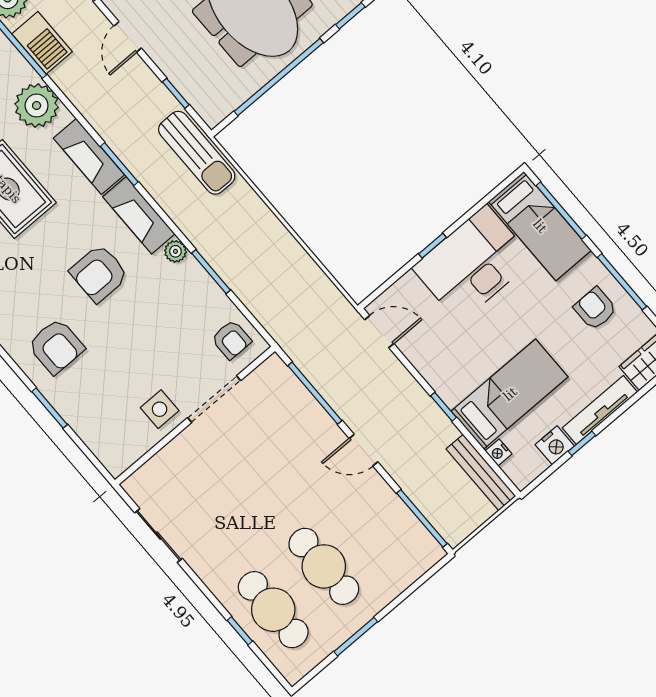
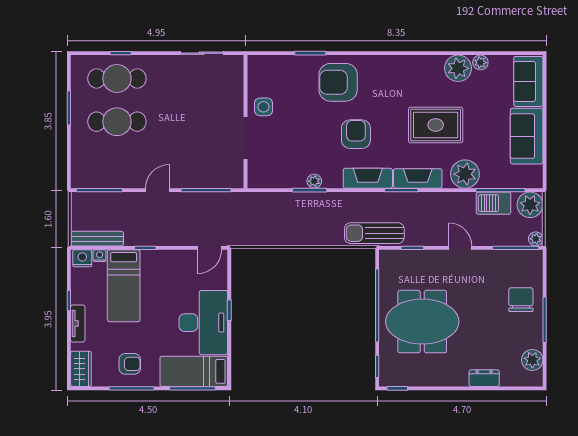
plant: (175, 251) -> (314, 181), moved
armchair: (231, 340) -> (268, 171), removed
armchair: (56, 346) -> (338, 82), width x1.36, depth x1.36
tv unit: (600, 410) -> (78, 323), width x0.71
nightstand: (555, 445) -> (82, 258), moved, turned 90

